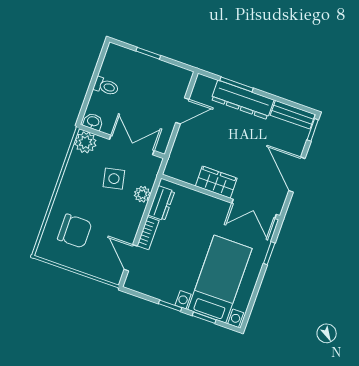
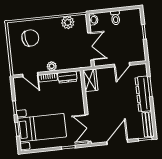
door: (182, 111) -> (122, 65), hinge flipped
plant: (85, 142) -> (68, 22), moved
side table: (114, 179) -> (68, 45), removed
wardrobe: (216, 182) -> (90, 80), moved
plant: (142, 194) -> (52, 66), moved
chair: (75, 231) -> (30, 38), turned -100
door: (131, 258) -> (30, 75), swing flipped

